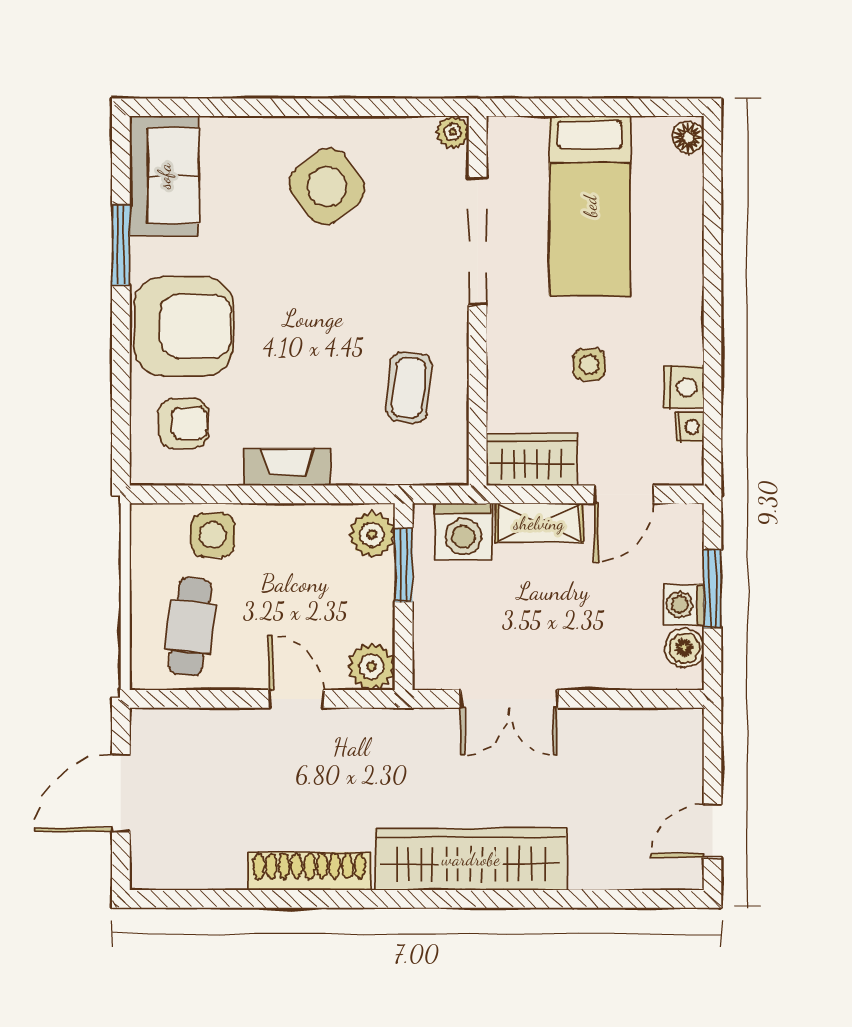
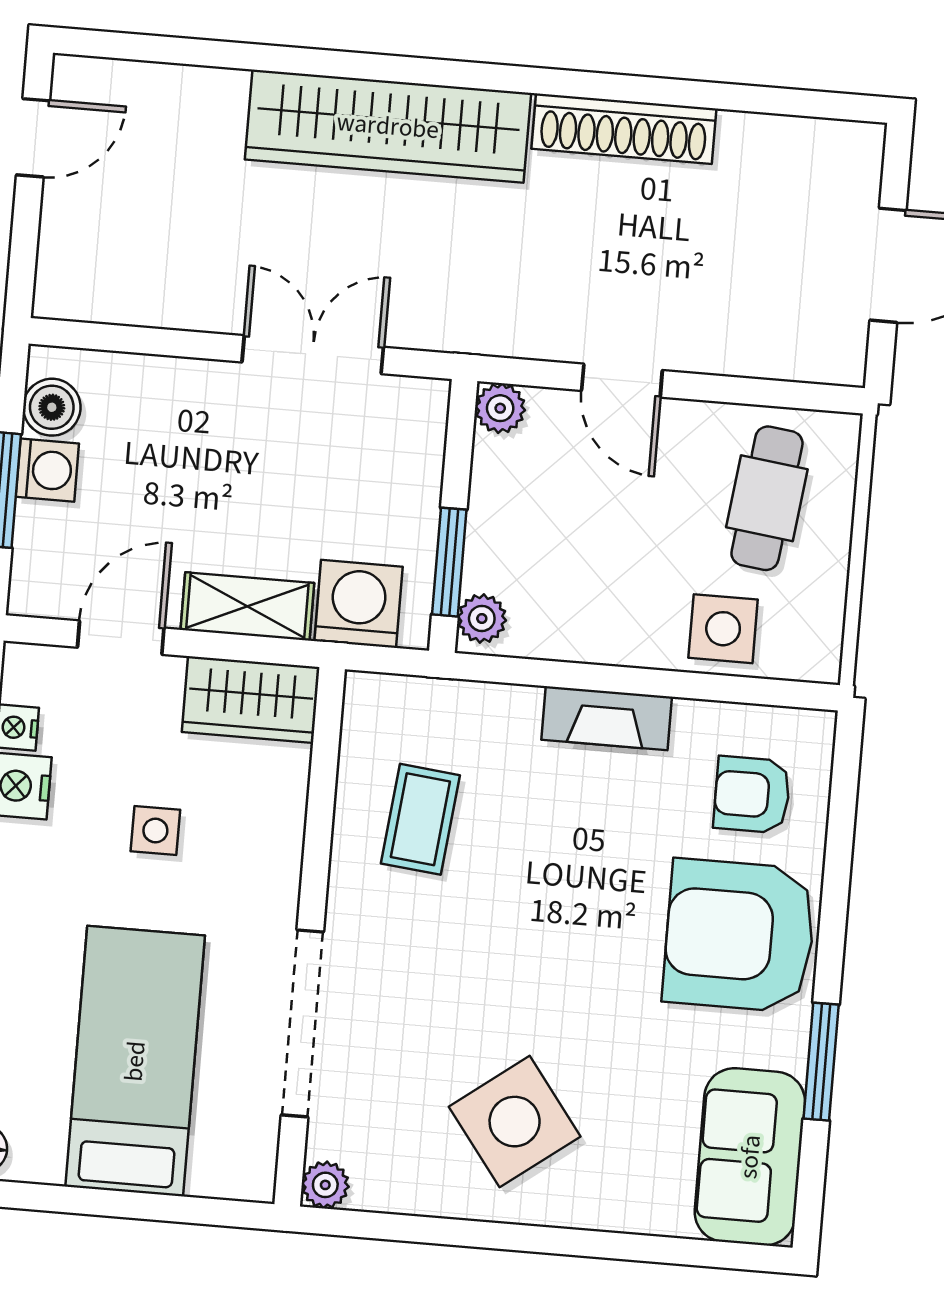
plant: (372, 534) -> (482, 618), width x0.73, depth x0.73
plant: (371, 666) -> (500, 408), width x0.73, depth x0.73

